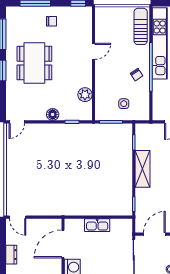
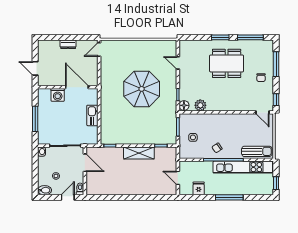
door: (93, 51) -> (262, 112), moved
floor lamp: (53, 114) -> (184, 105), moved
door: (17, 122) -> (178, 63), moved
parasol: (65, 166) -> (142, 89), added

